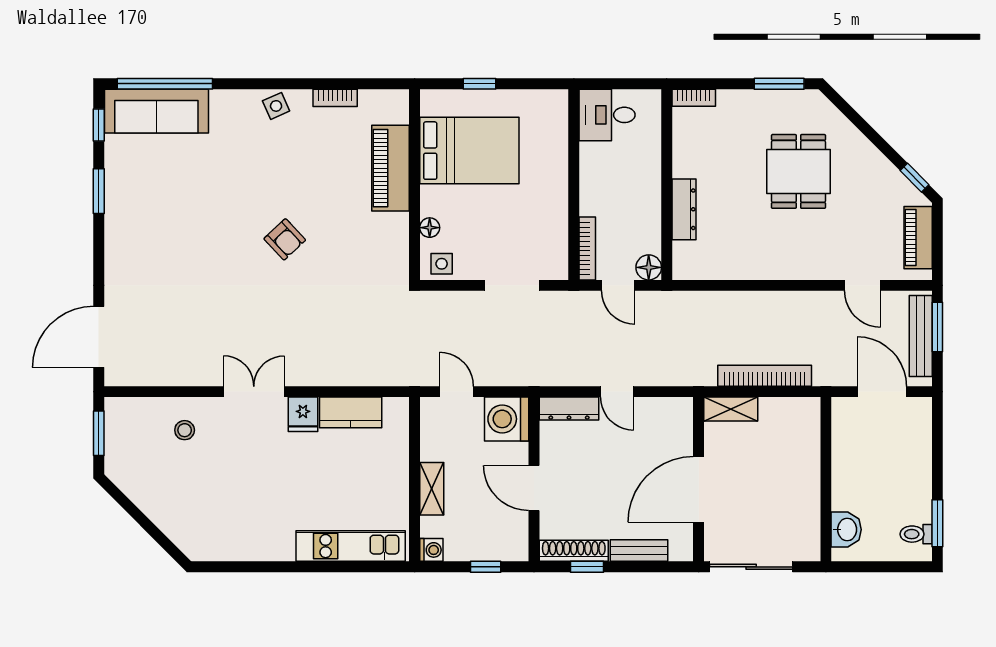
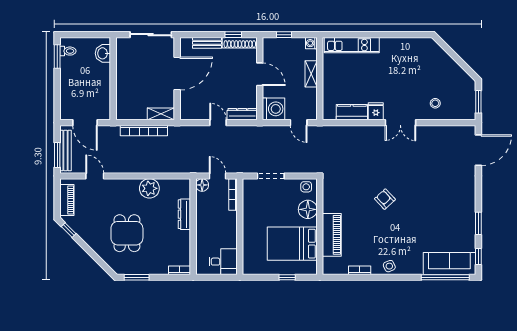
floor lamp: (430, 228) -> (308, 209), width x1.89, depth x1.89
plant: (754, 261) -> (149, 188), added

